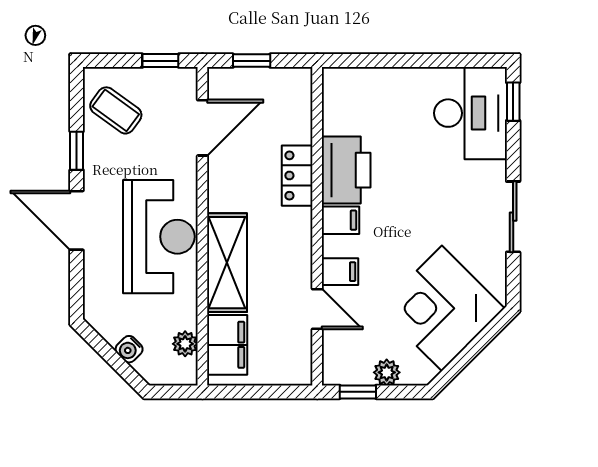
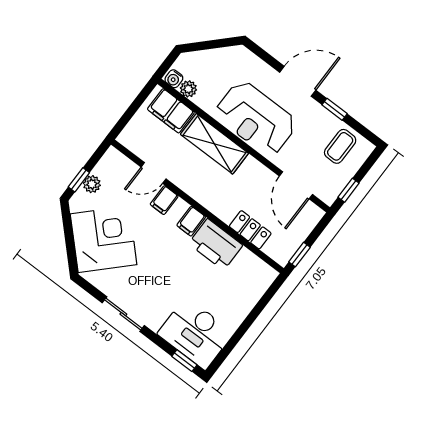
window: (252, 61) -> (299, 255), moved
coffee table: (116, 110) -> (340, 146), turned -36
locker: (297, 176) -> (250, 230), moved
water cooler: (129, 349) -> (174, 79), moved, turned -135
window: (358, 392) -> (79, 180), moved

